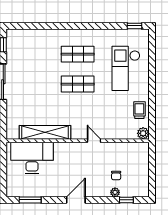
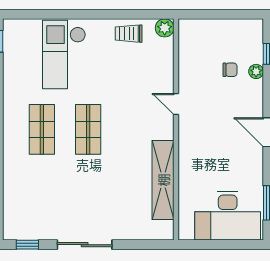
checkout: (126, 68) -> (64, 55), turned 90
door: (94, 141) -> (176, 104), hinge flipped
desk: (32, 158) -> (228, 216), moved, turned -90

